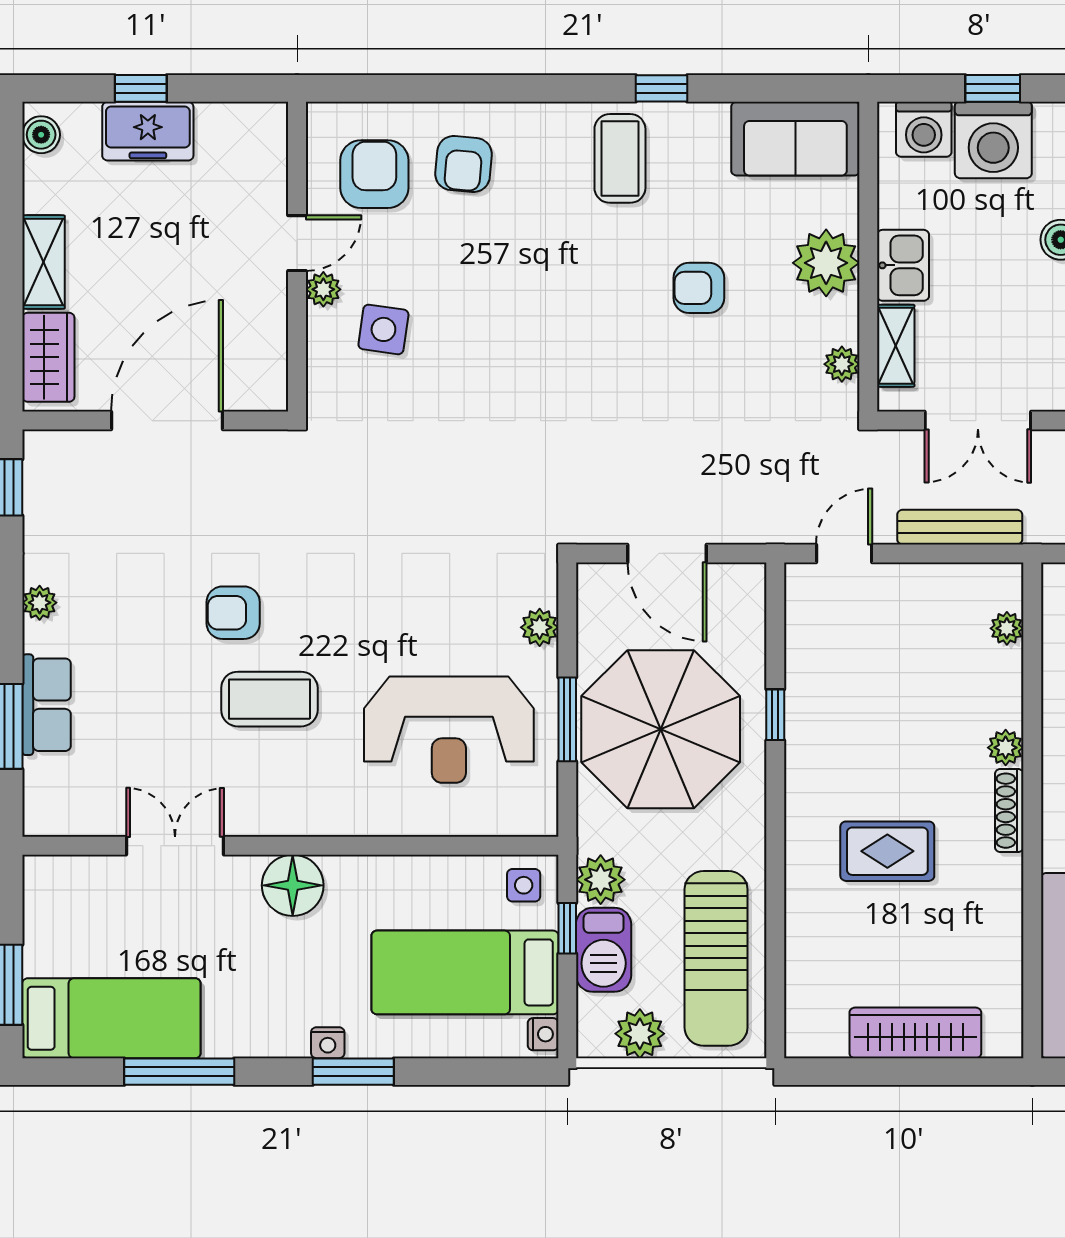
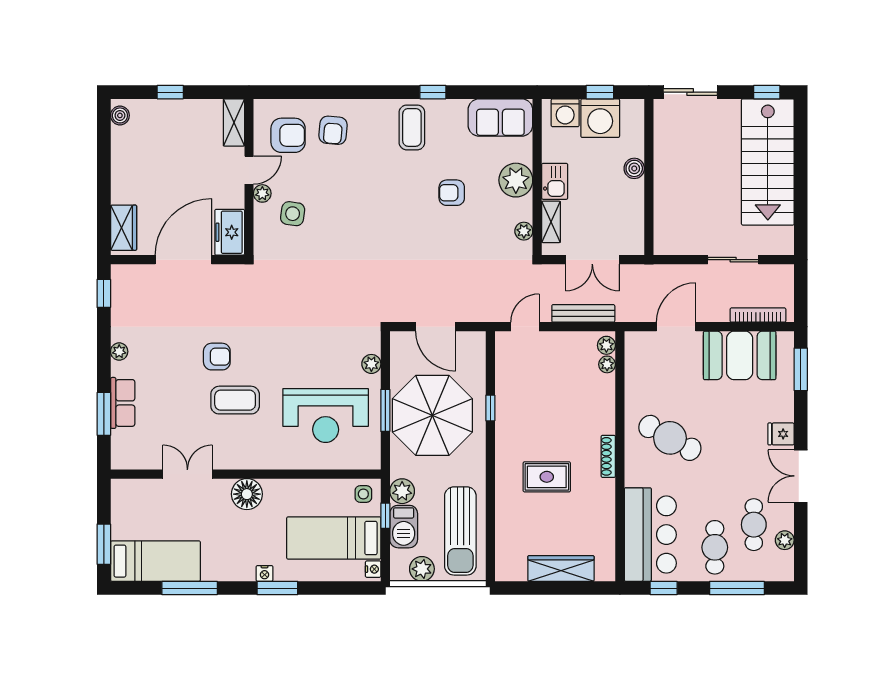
freezer: (148, 131) -> (230, 232), moved, turned 90
armchair: (374, 174) -> (288, 135), turned 90
shelving: (44, 262) -> (234, 122), moved
armchair: (233, 613) -> (217, 357), turned 180
plant: (1006, 748) -> (606, 345), moved

